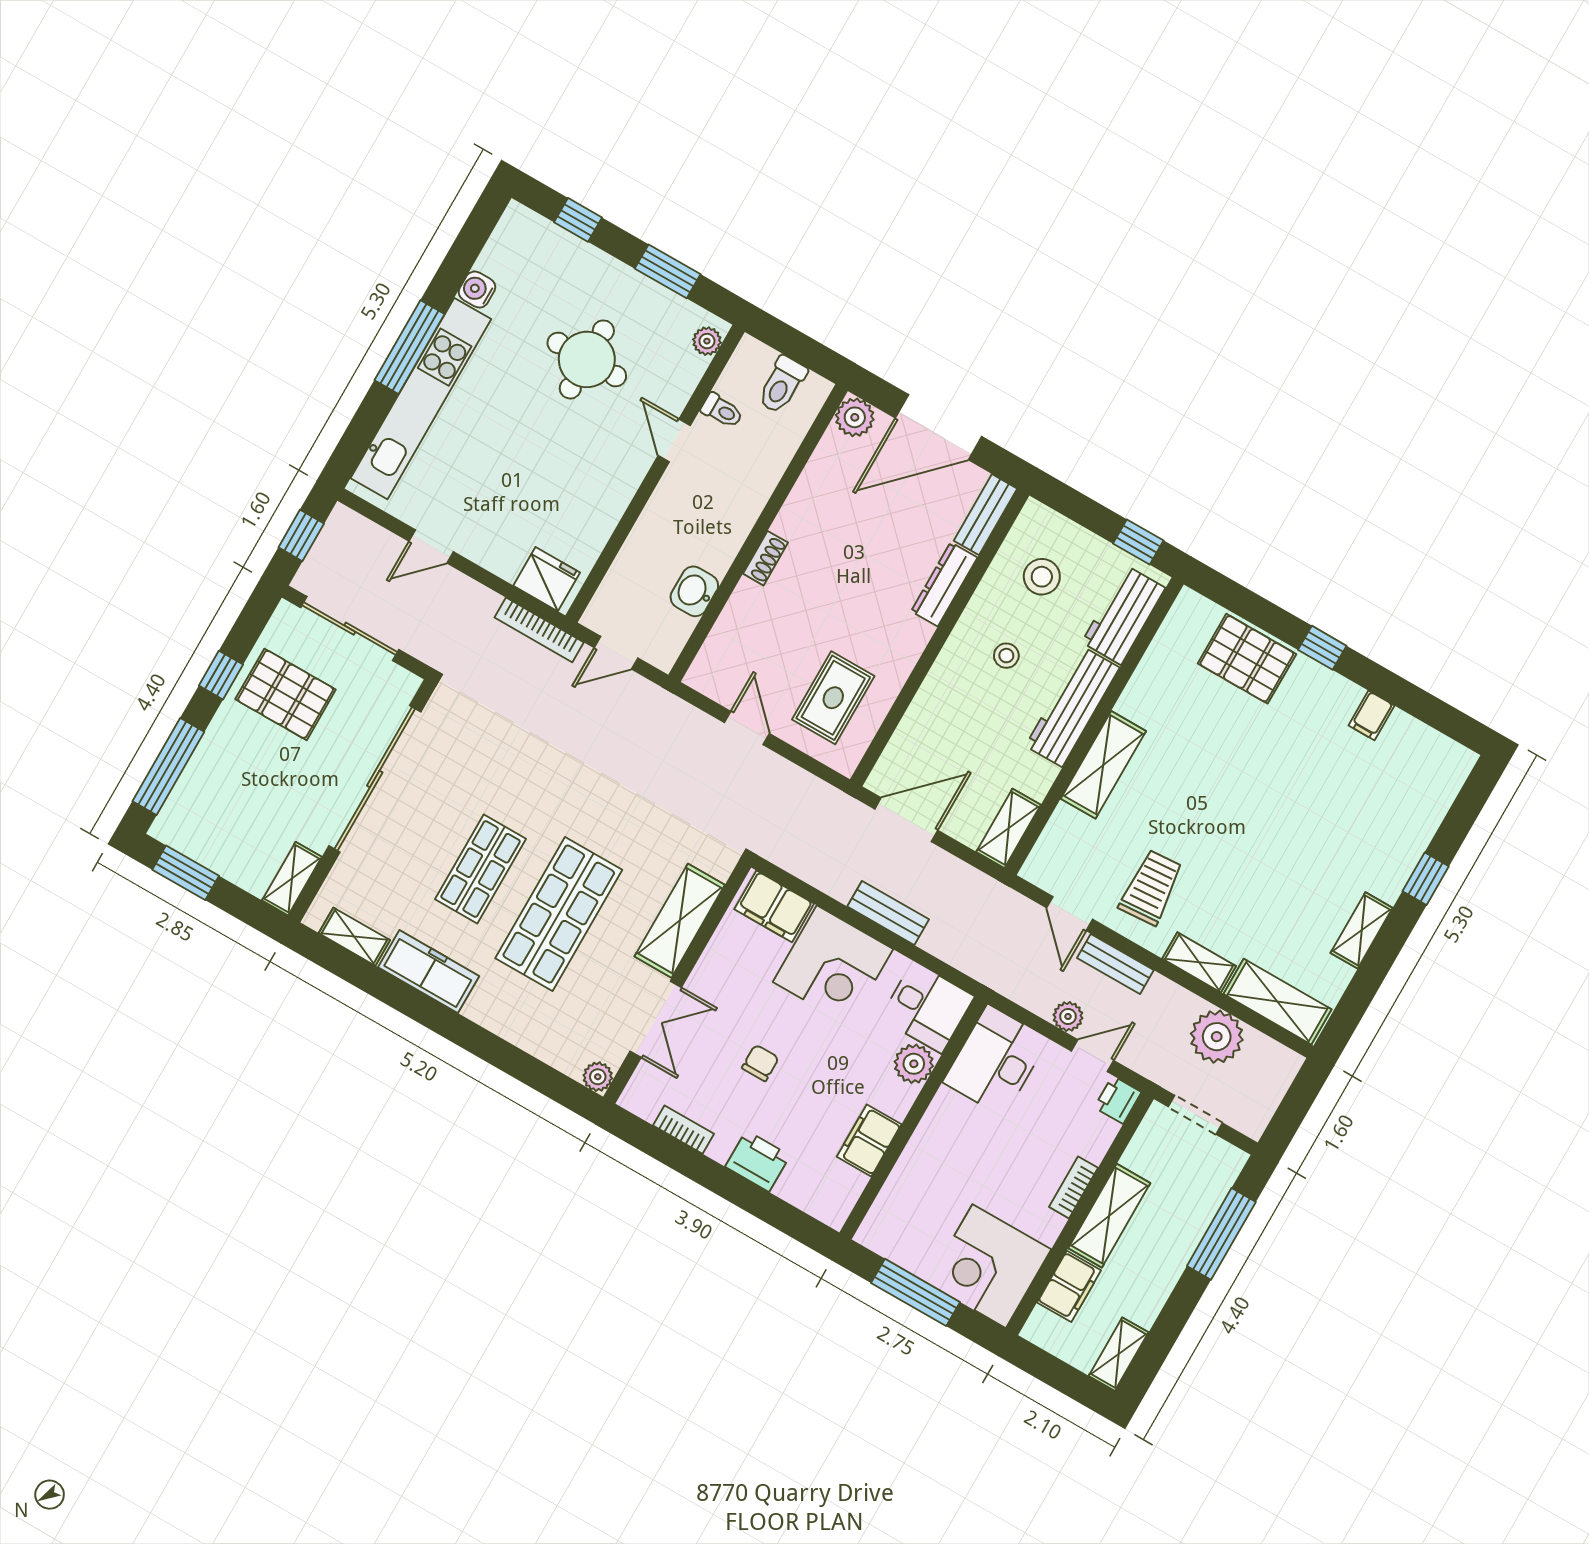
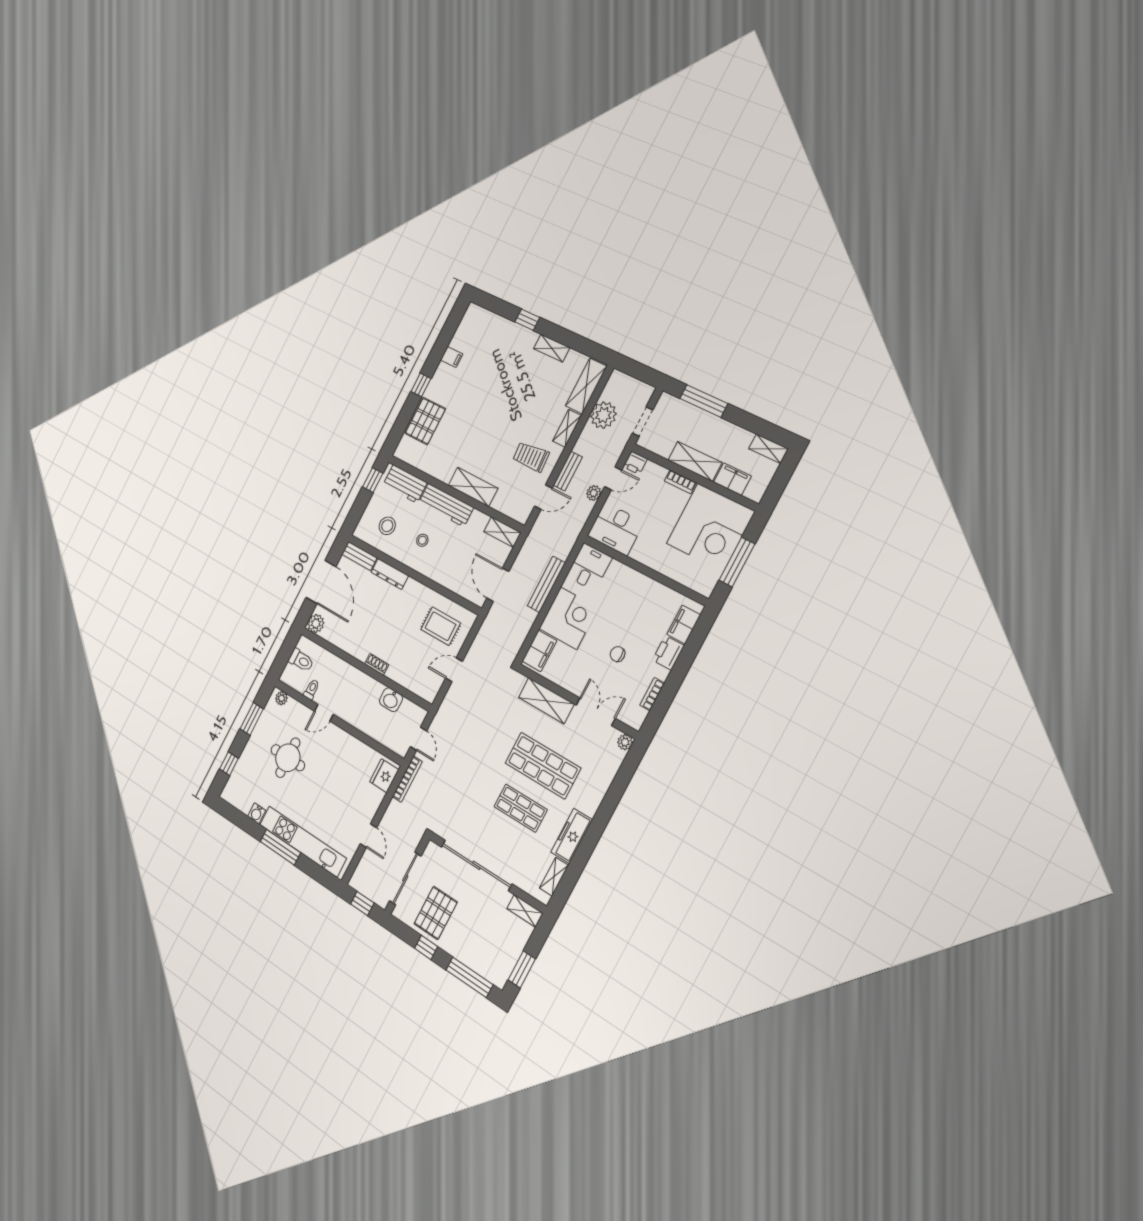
bench: (888, 913) -> (546, 584), width x1.36
door: (1092, 1056) -> (613, 478), swing flipped
plant: (914, 1064) -> (618, 572), removed
filing cabinet: (869, 1140) -> (684, 625), moved, turned 90
corner desk: (989, 1266) -> (710, 527), width x1.36, depth x1.36

